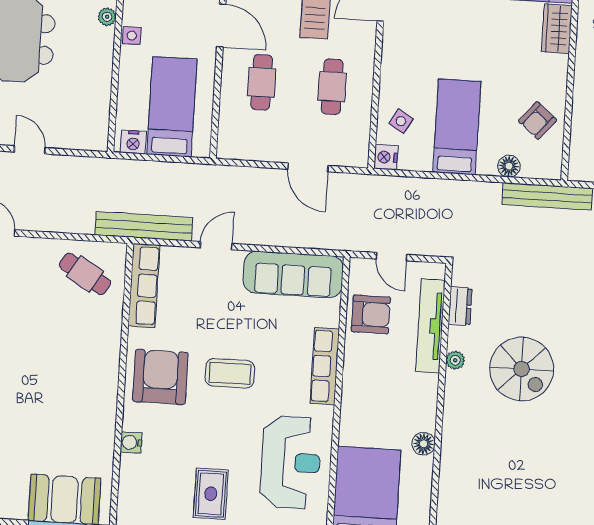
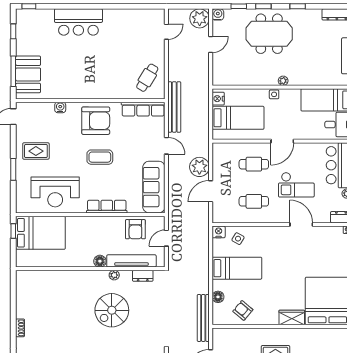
plant: (260, 186) -> (199, 167), added
coffee table: (230, 373) -> (100, 157), turned 90
floor lamp: (424, 444) -> (100, 261), moved

